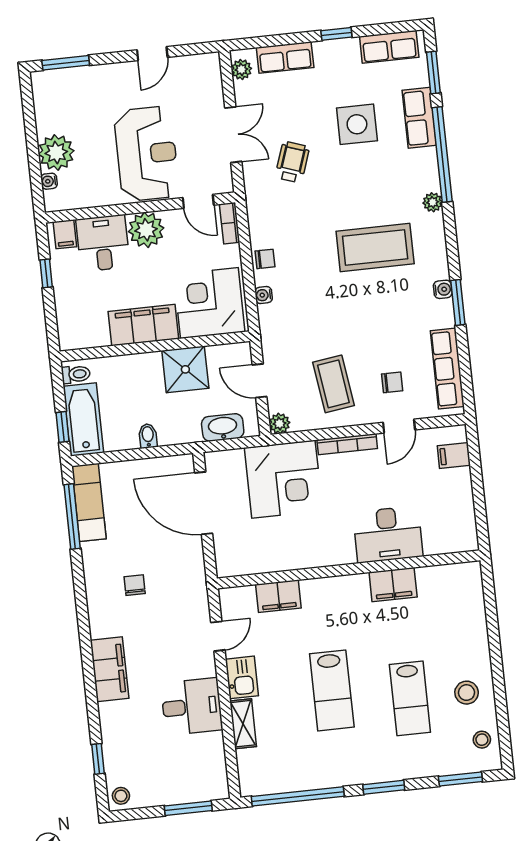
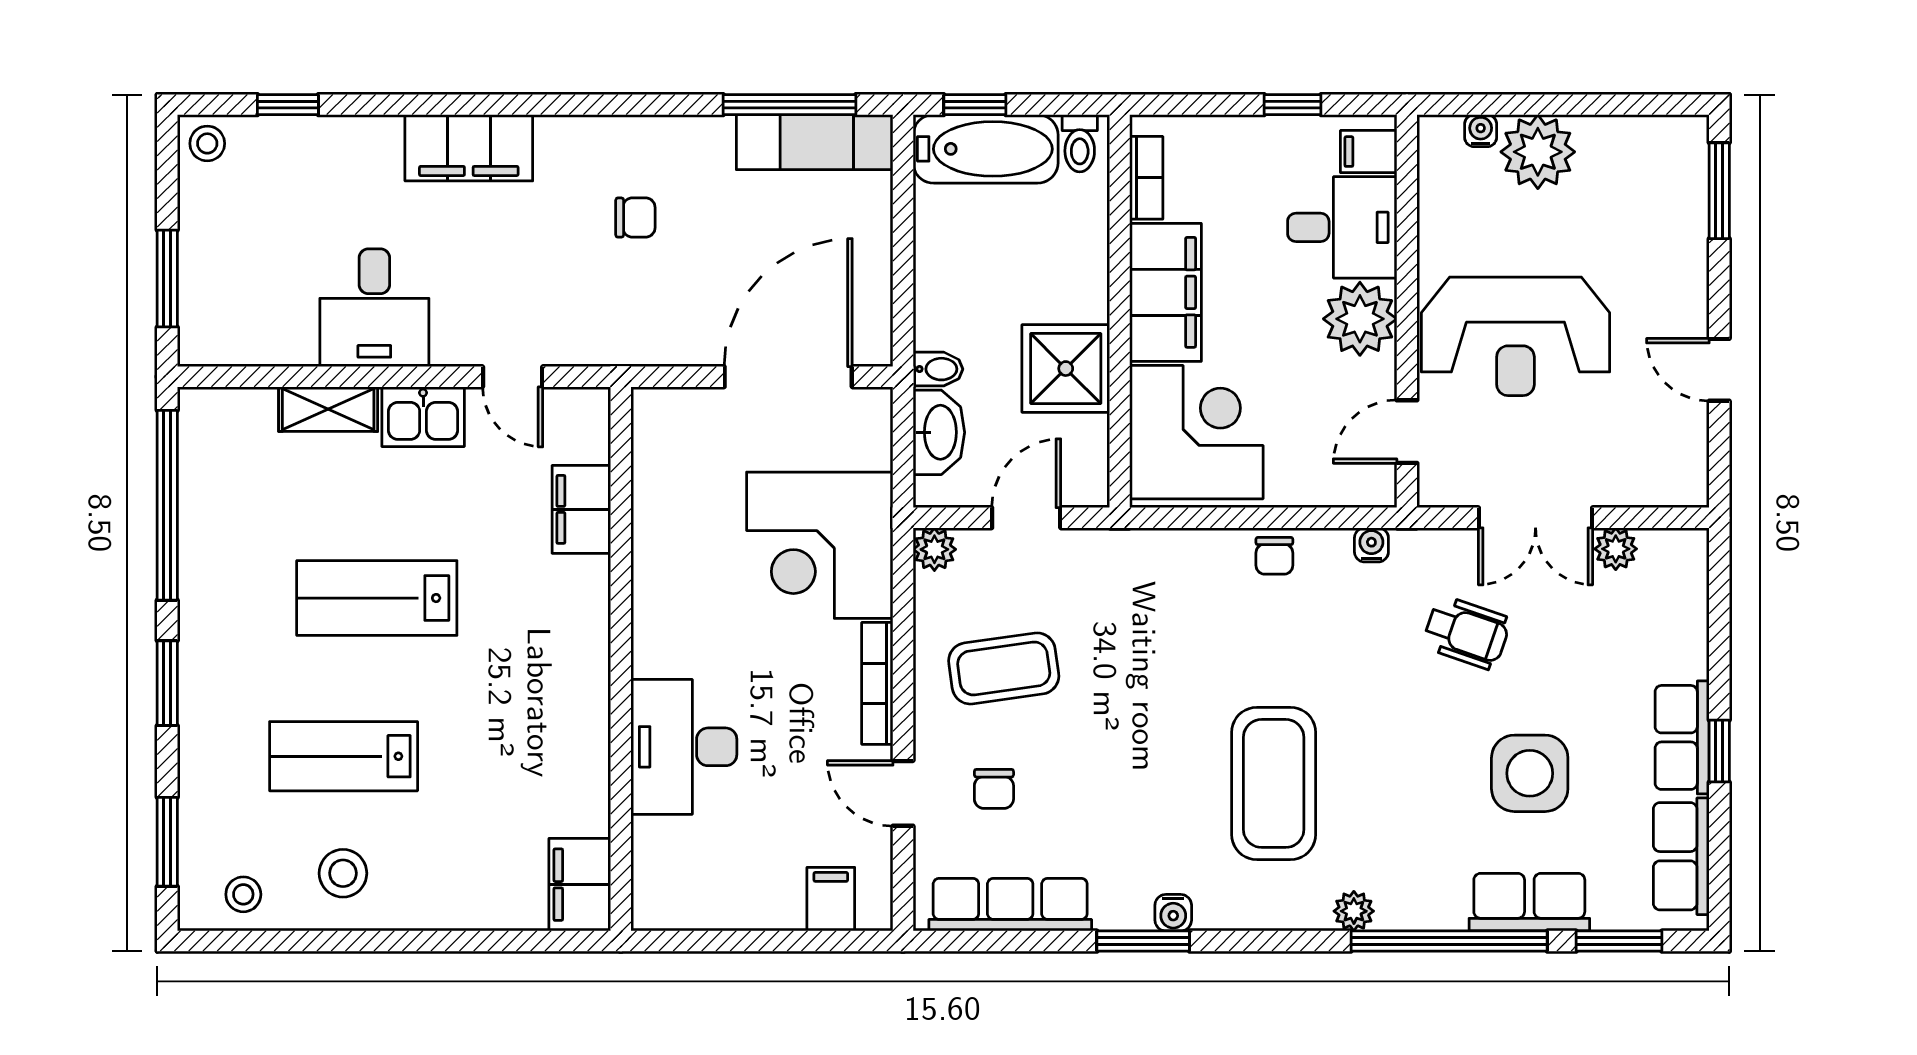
row of seats: (285, 57) -> (1682, 737), moved
plant: (241, 69) -> (1616, 549), moved
bookcase: (230, 223) -> (1146, 178), moved, turned 90
water cooler: (264, 295) -> (1371, 545), moved
bidet: (148, 436) -> (938, 369), moved
filing cabinet: (393, 585) -> (580, 885), moved

